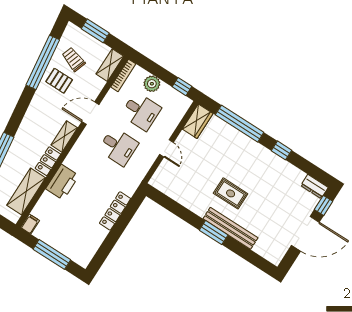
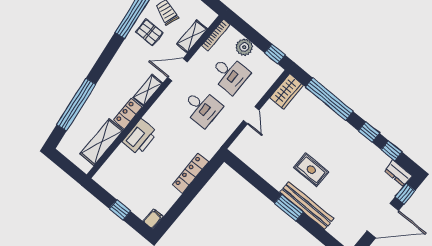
shelving: (110, 65) -> (192, 37), moved
window: (305, 166) -> (392, 151), added
filing cabinet: (30, 224) -> (153, 219), moved
window: (52, 254) -> (120, 210), width x0.46

